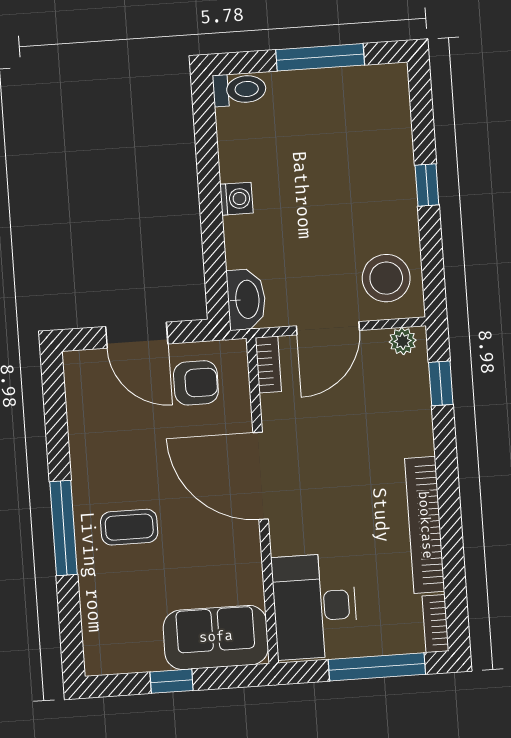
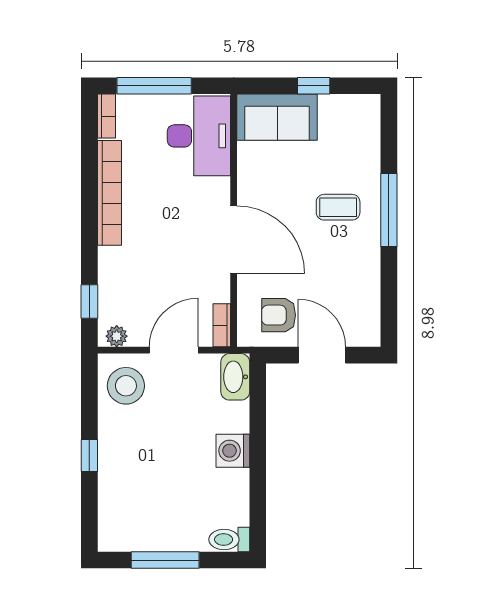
washing machine: (236, 199) -> (233, 451), width x1.38, depth x1.38

